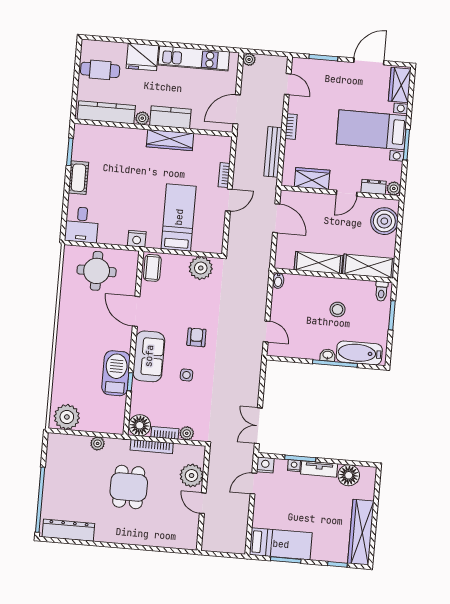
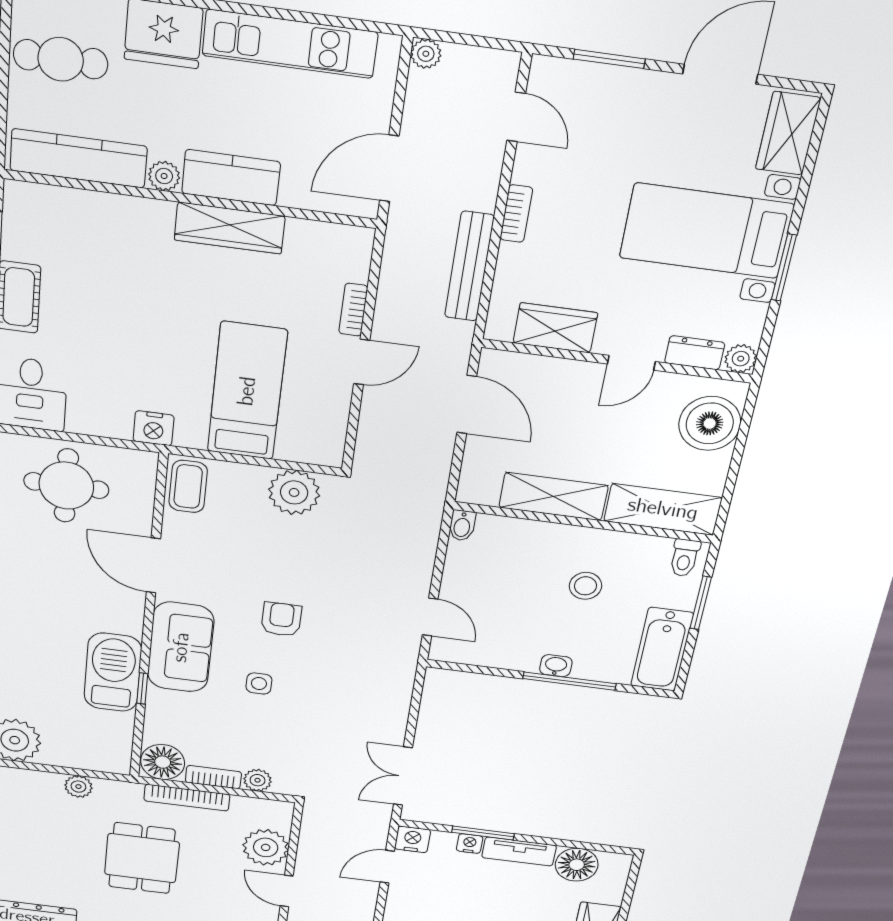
bathtub: (359, 353) -> (662, 649), moved, turned -90

